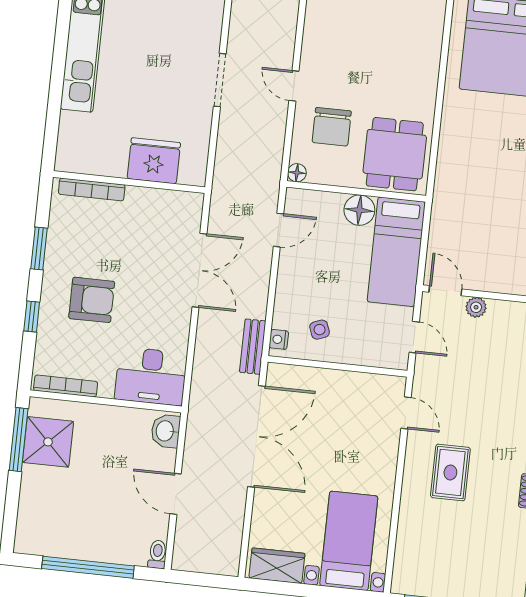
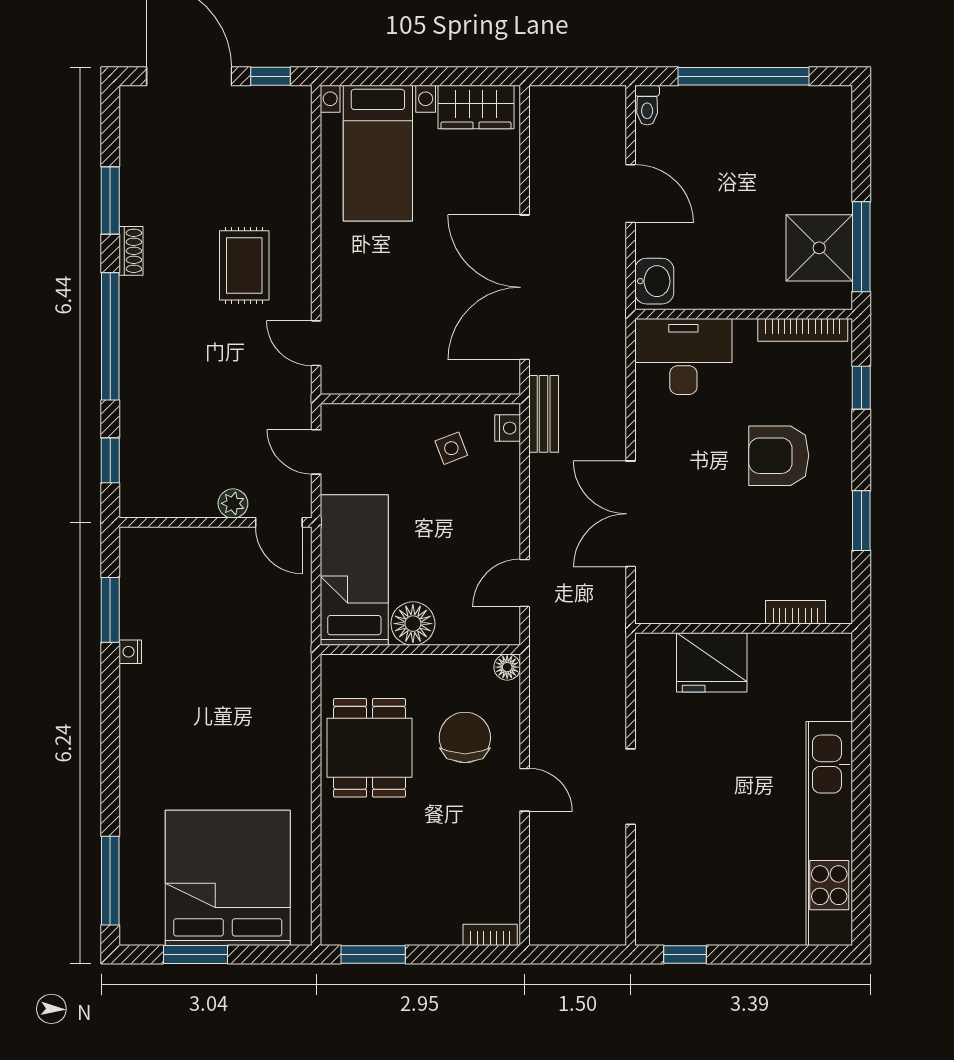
dining table: (395, 154) -> (370, 748), moved
bookcase: (92, 189) -> (795, 612), width x0.64
window: (32, 316) -> (861, 388), moved

